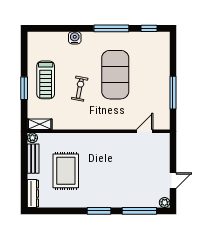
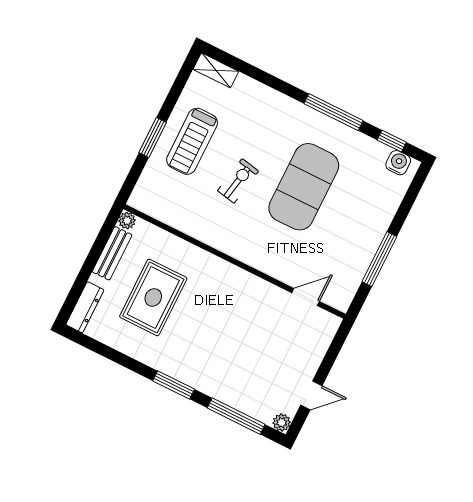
water cooler: (75, 38) -> (398, 163), moved
shelving: (40, 124) -> (216, 70), moved

